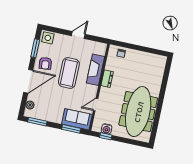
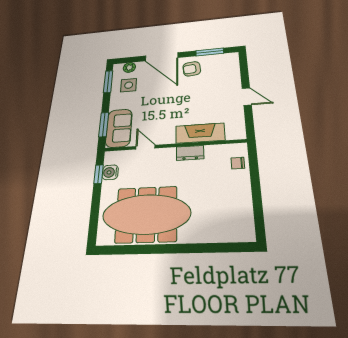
side table: (48, 38) -> (129, 85), moved
coffee table: (69, 73) -> (186, 100), removed

